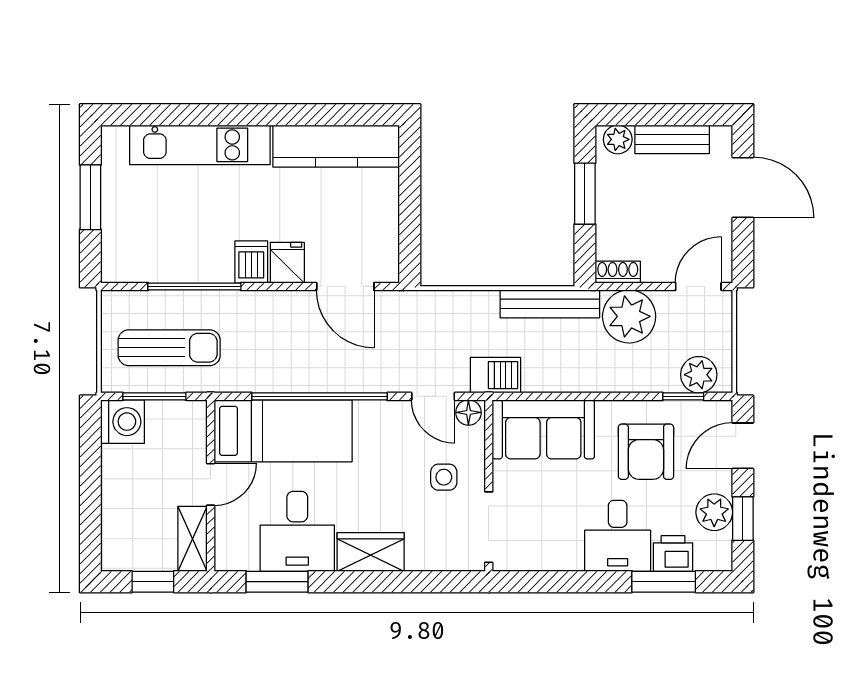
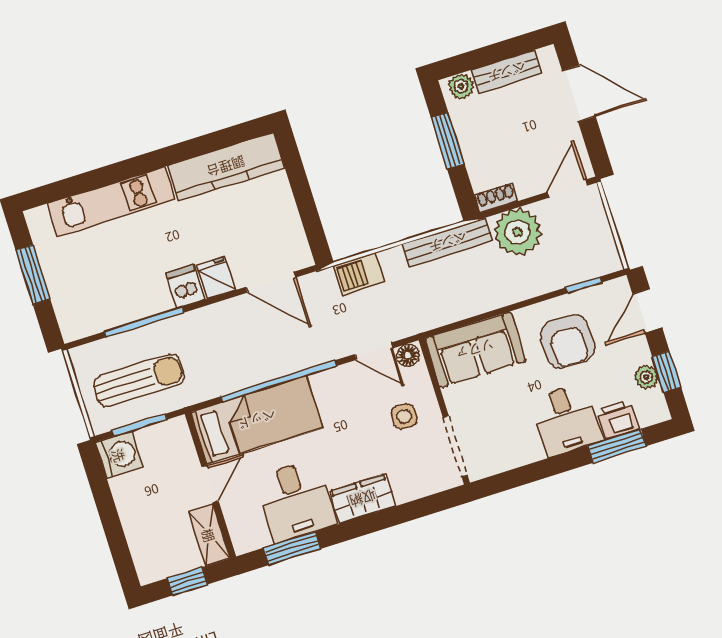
barbecue: (496, 375) -> (359, 274), moved, turned 180
plant: (699, 375) -> (591, 263), removed
plant: (714, 512) -> (646, 377), width x0.73, depth x0.73

